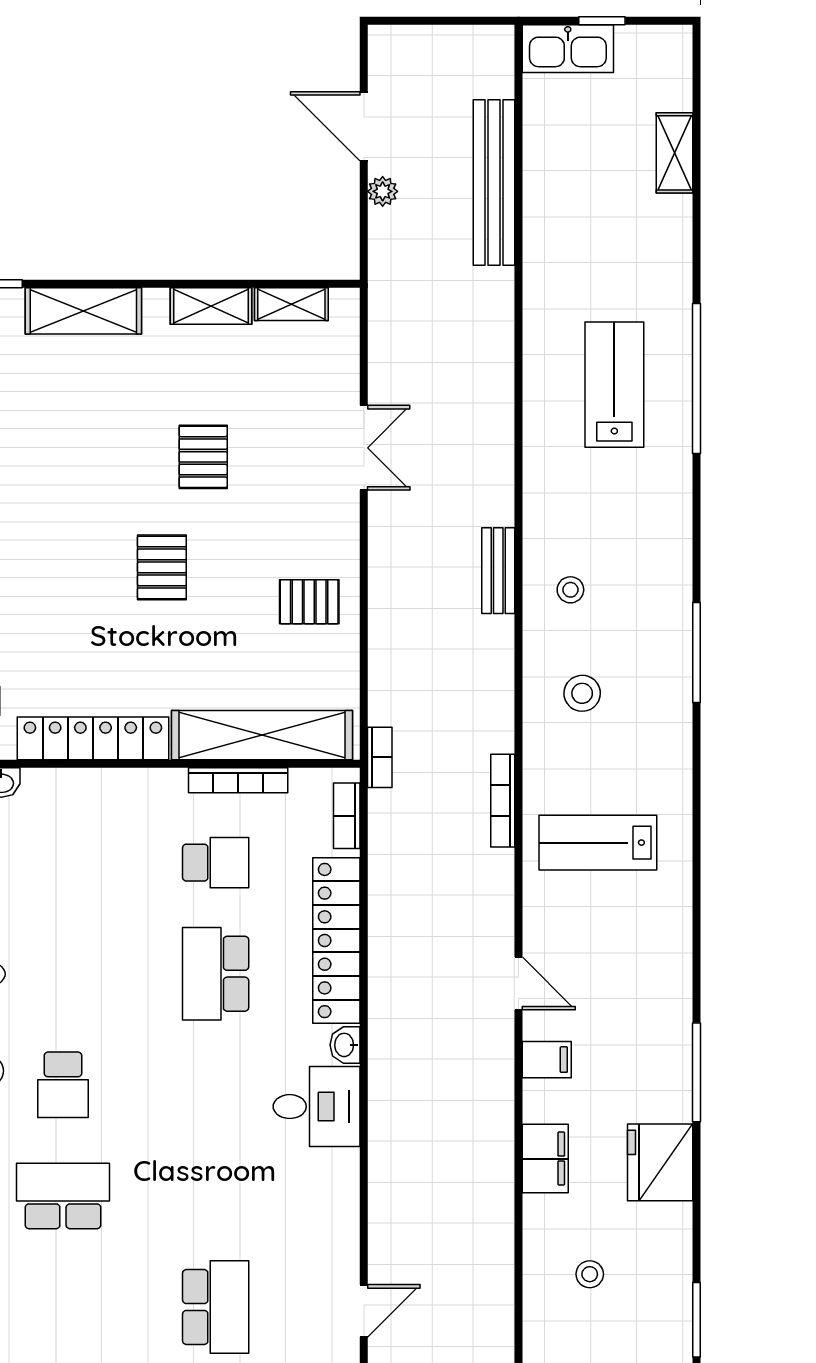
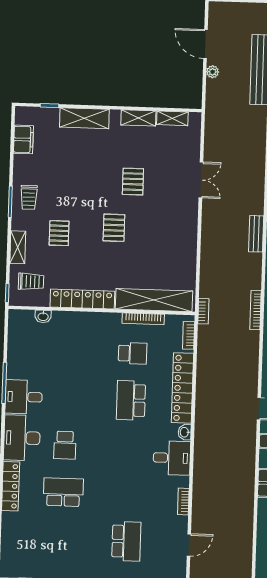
pallet: (309, 602) -> (59, 233), moved, turned 90
bookcase: (503, 801) -> (255, 310), moved
bookcase: (347, 1209) -> (183, 501), added

